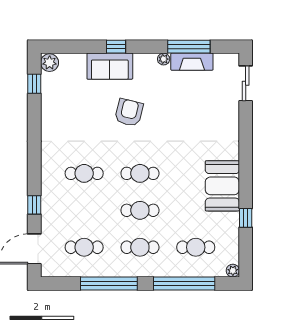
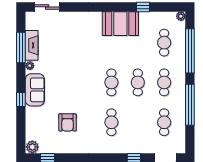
sofa: (110, 66) -> (35, 90), moved
armchair: (129, 113) -> (67, 122), moved, turned -104

